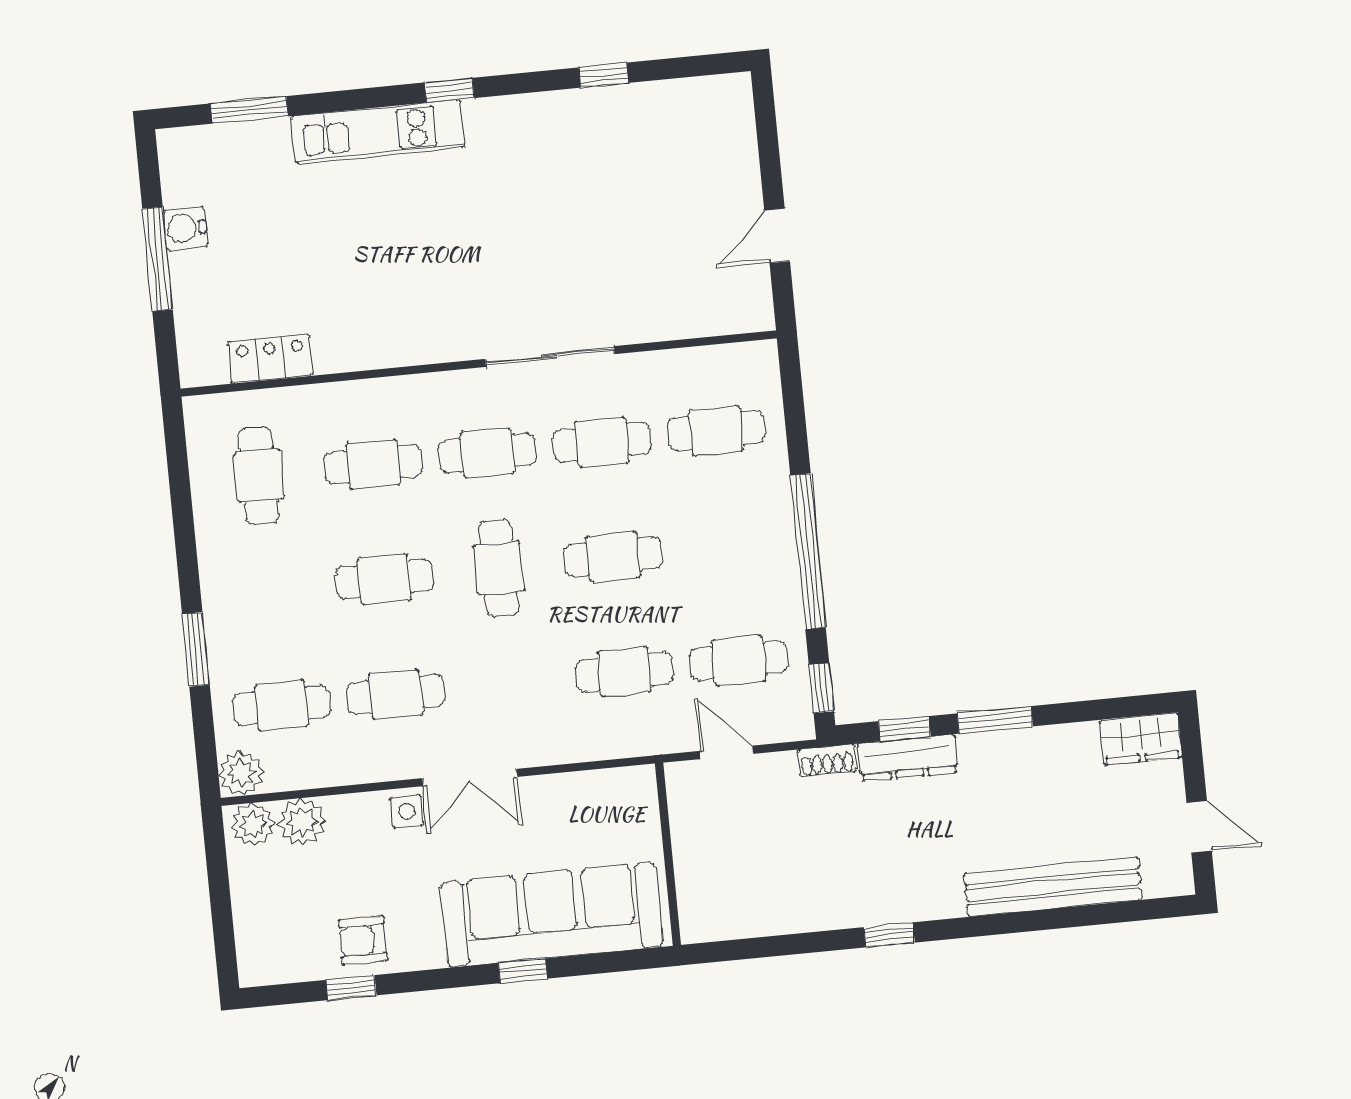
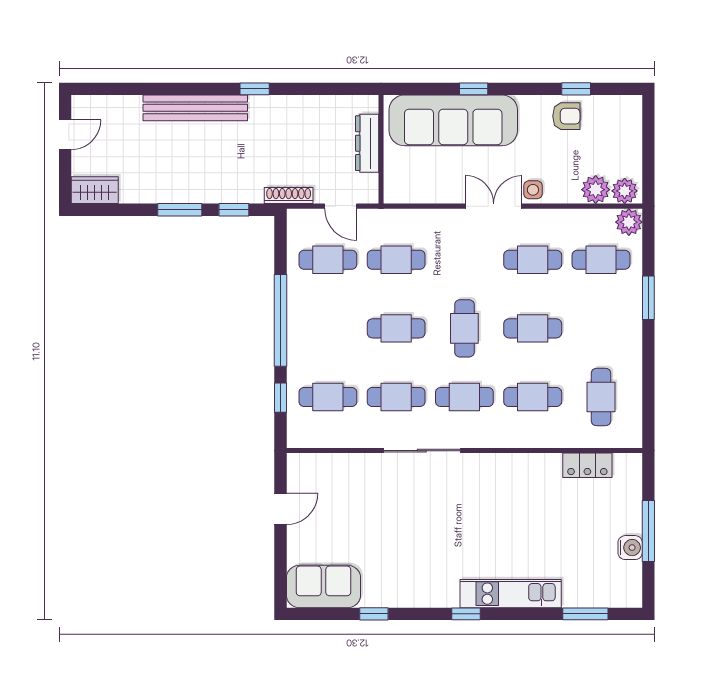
sofa: (692, 113) -> (324, 586), added
window: (821, 688) -> (281, 398), moved
dresser: (908, 758) -> (367, 143), moved, turned -90
shoe rack: (827, 761) -> (289, 196), width x1.43
door: (1199, 827) -> (65, 135), swing flipped
bench: (1053, 887) -> (195, 108), moved

